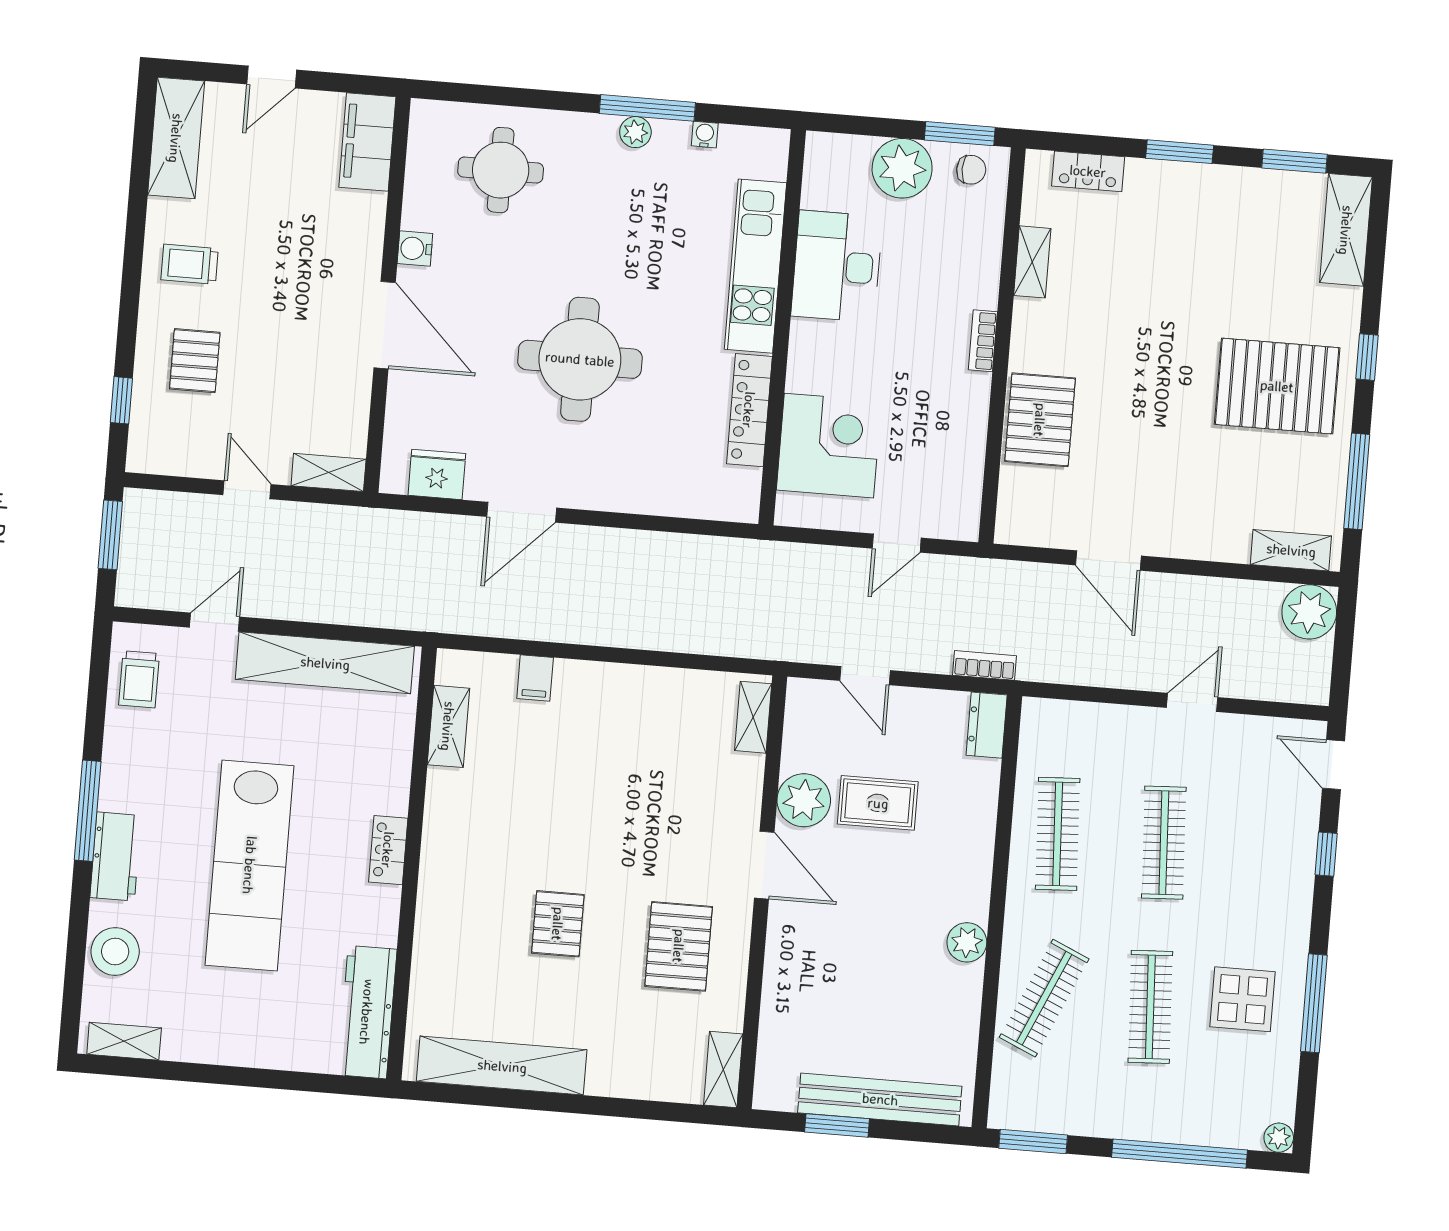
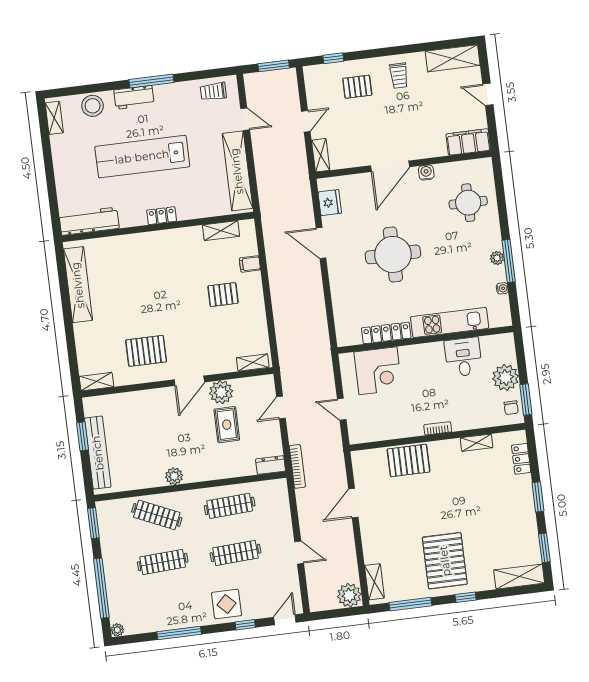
trolley: (190, 264) -> (399, 76), turned 180
desk: (837, 266) -> (463, 357), width x0.73
bookcase: (985, 665) -> (297, 466), width x1.56
pallet: (558, 924) -> (223, 295), moved
display table: (1243, 999) -> (226, 604), moved

